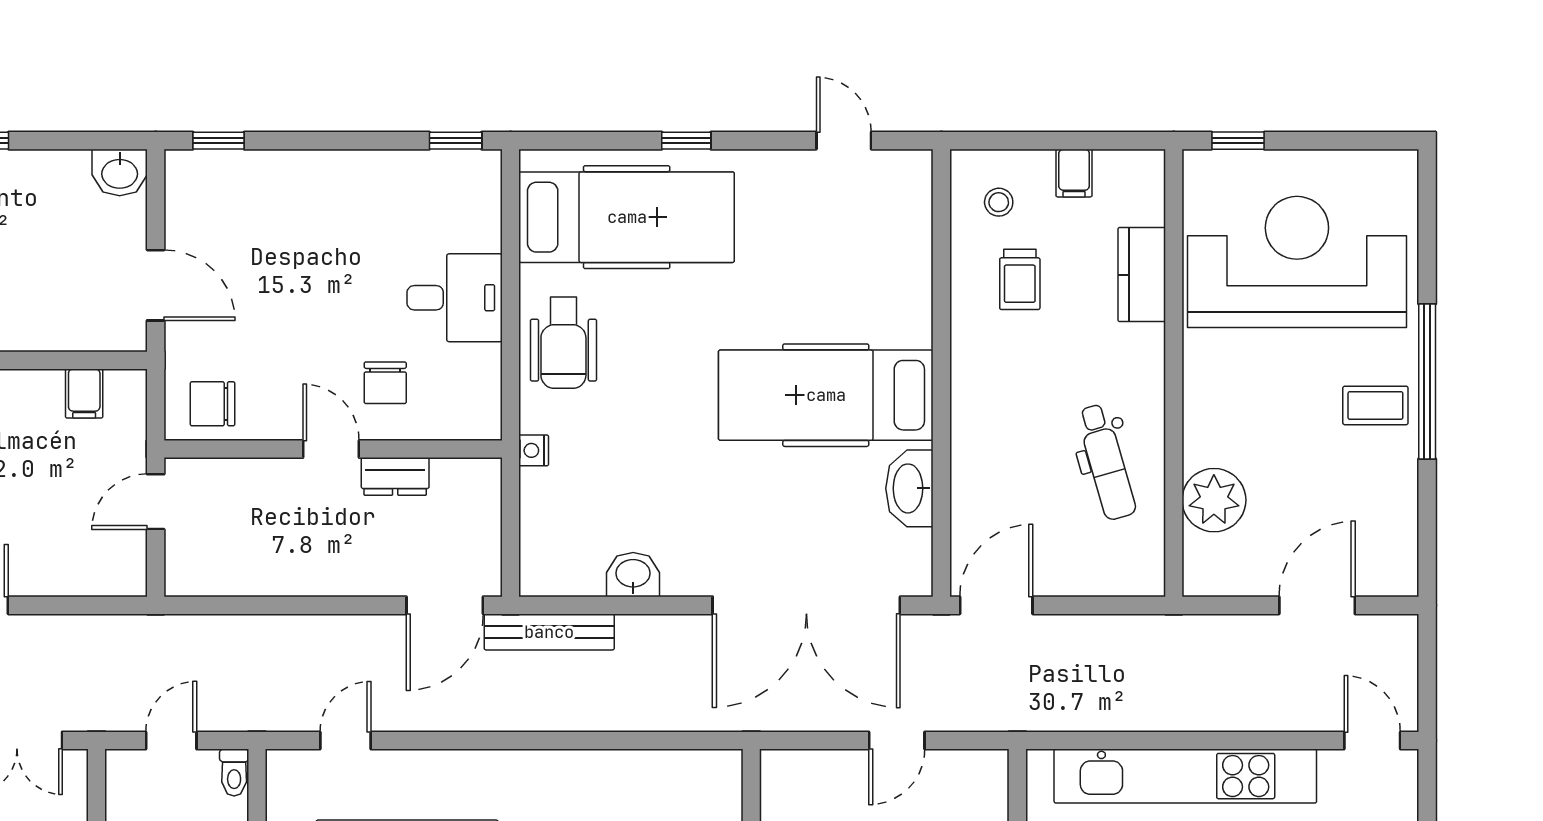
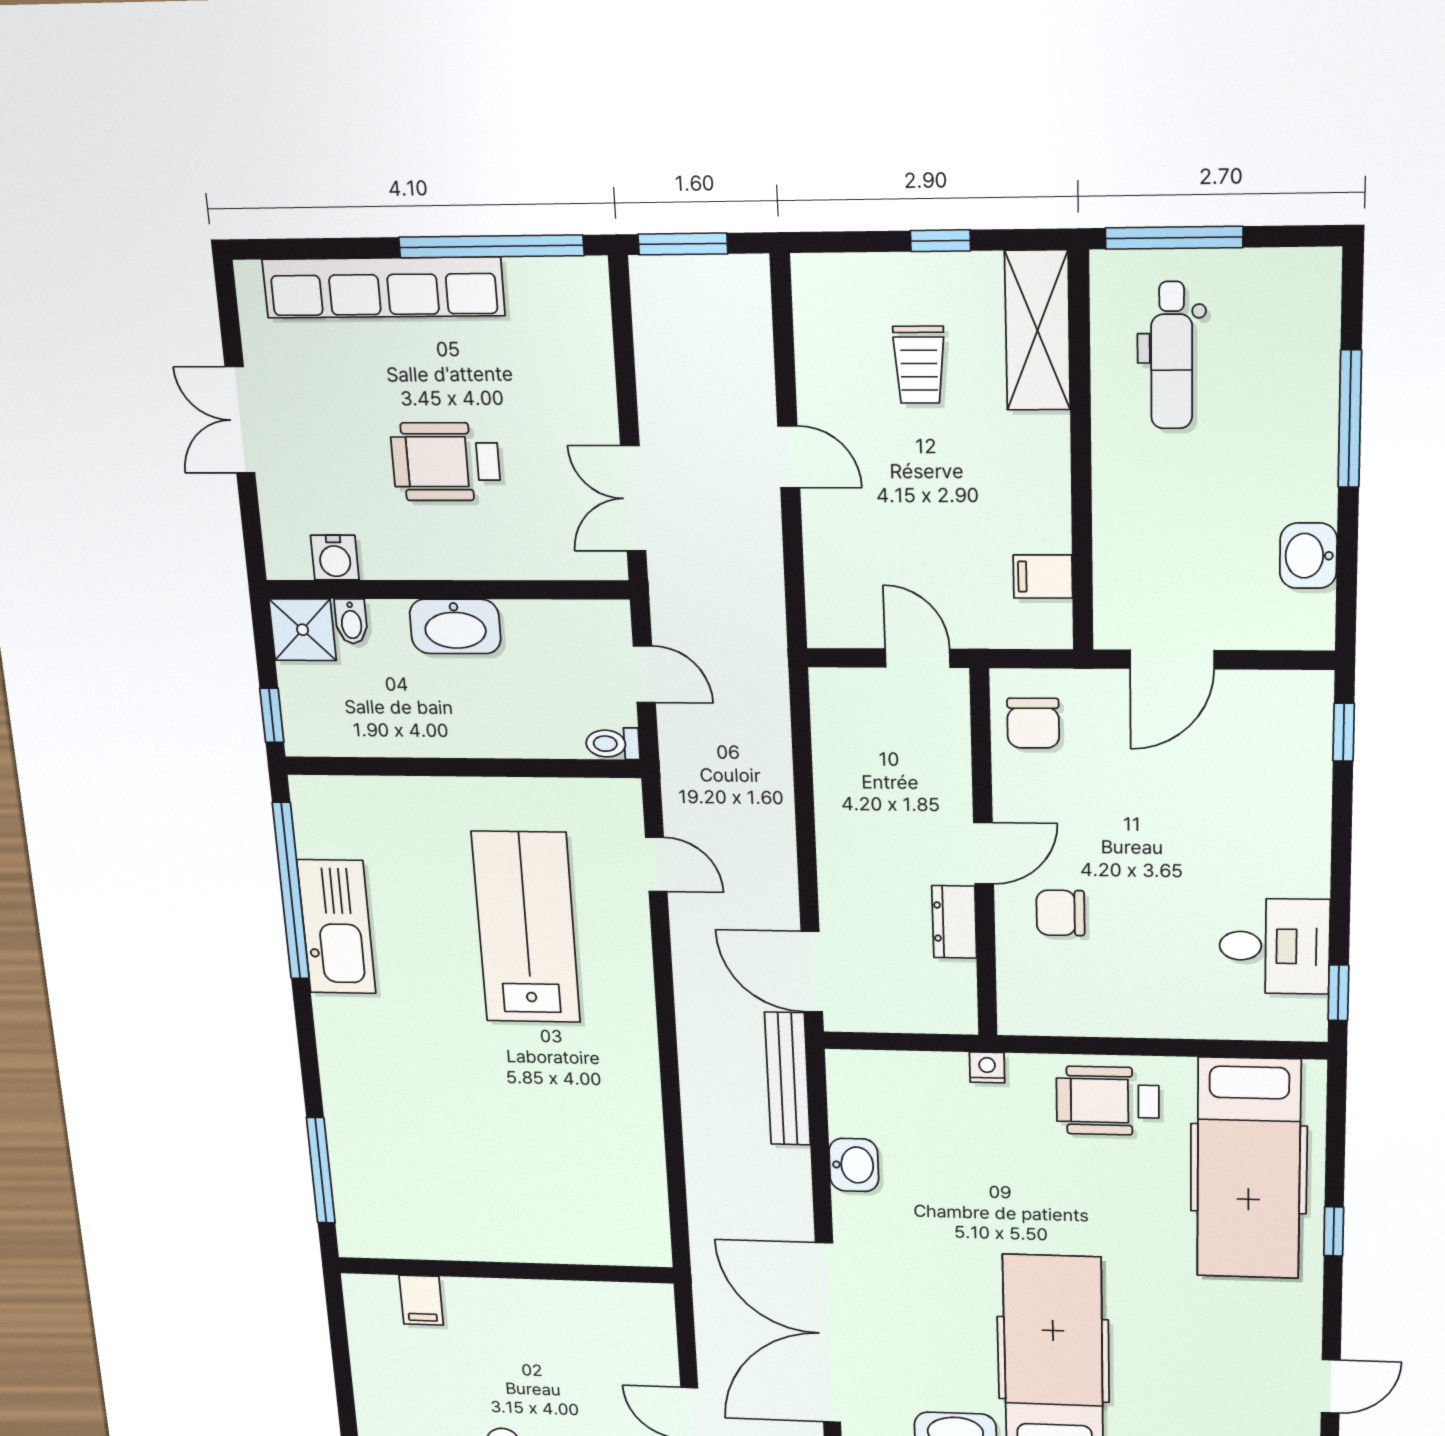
washbasin: (120, 172) -> (1308, 556), moved
desk: (455, 298) -> (1274, 946), moved, turned -90
chair: (213, 404) -> (1033, 723), turned 180

